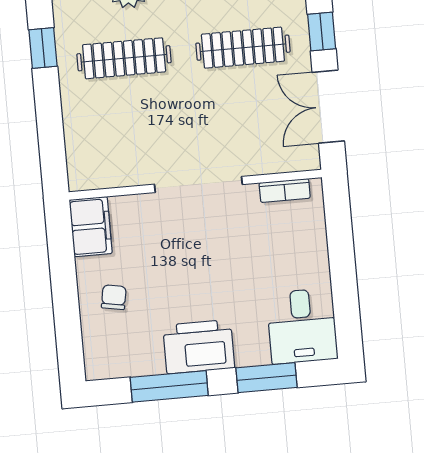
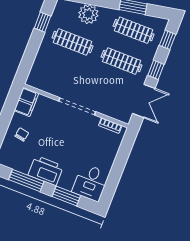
double door: (328, 107) -> (144, 101), swing flipped

